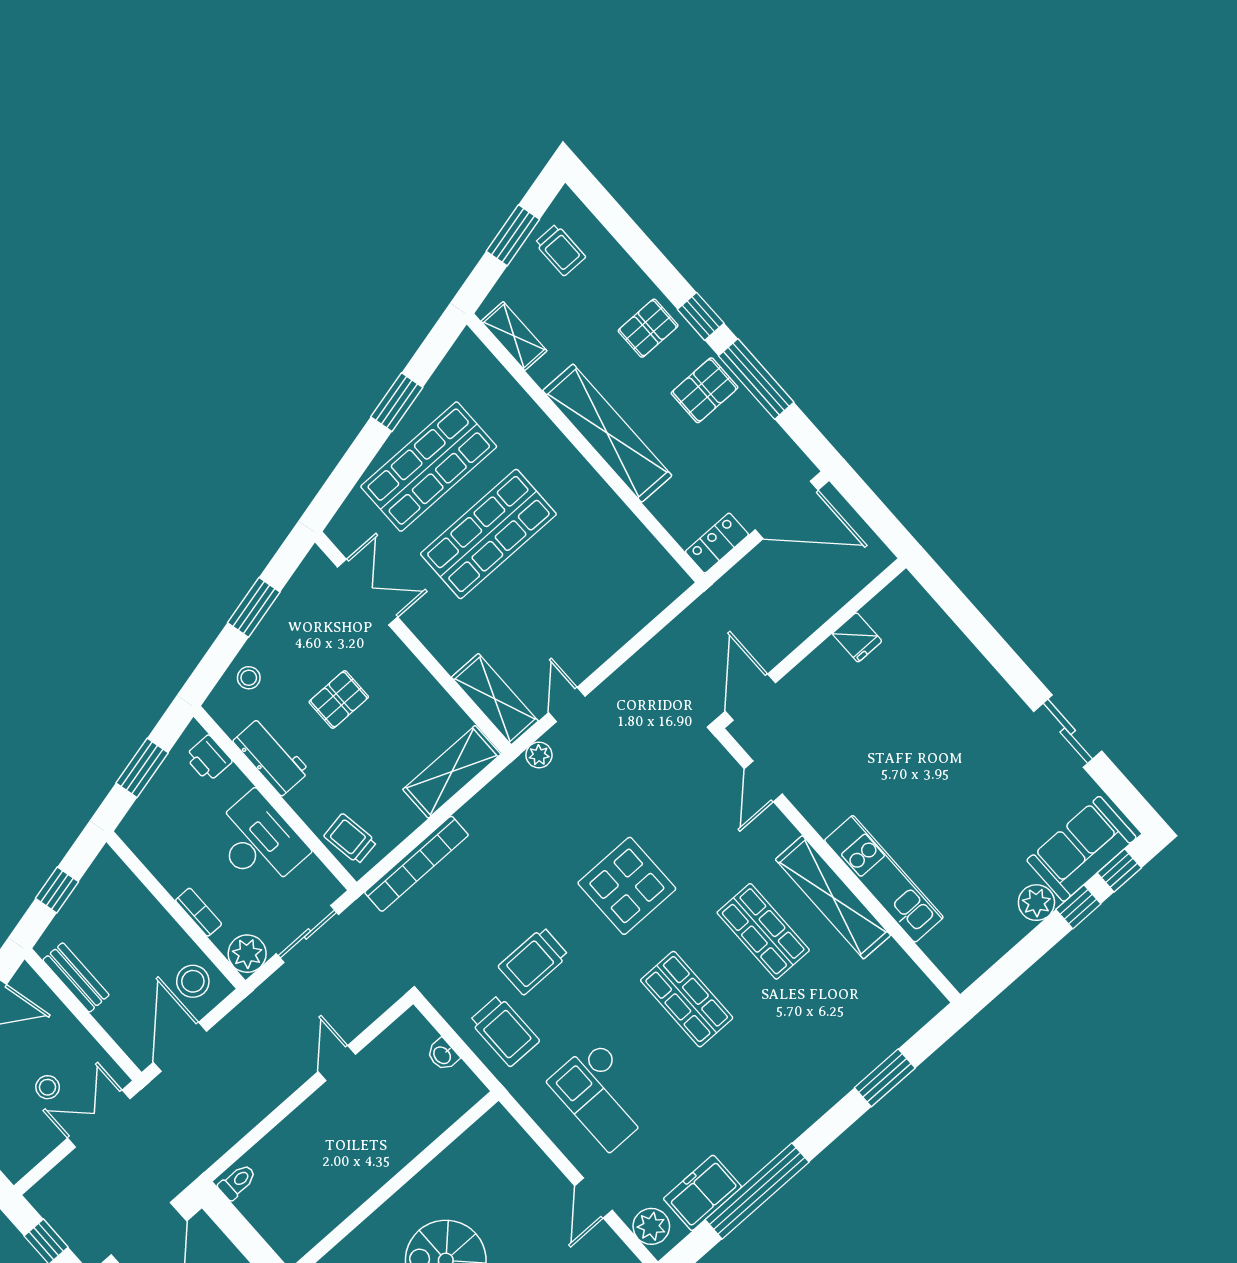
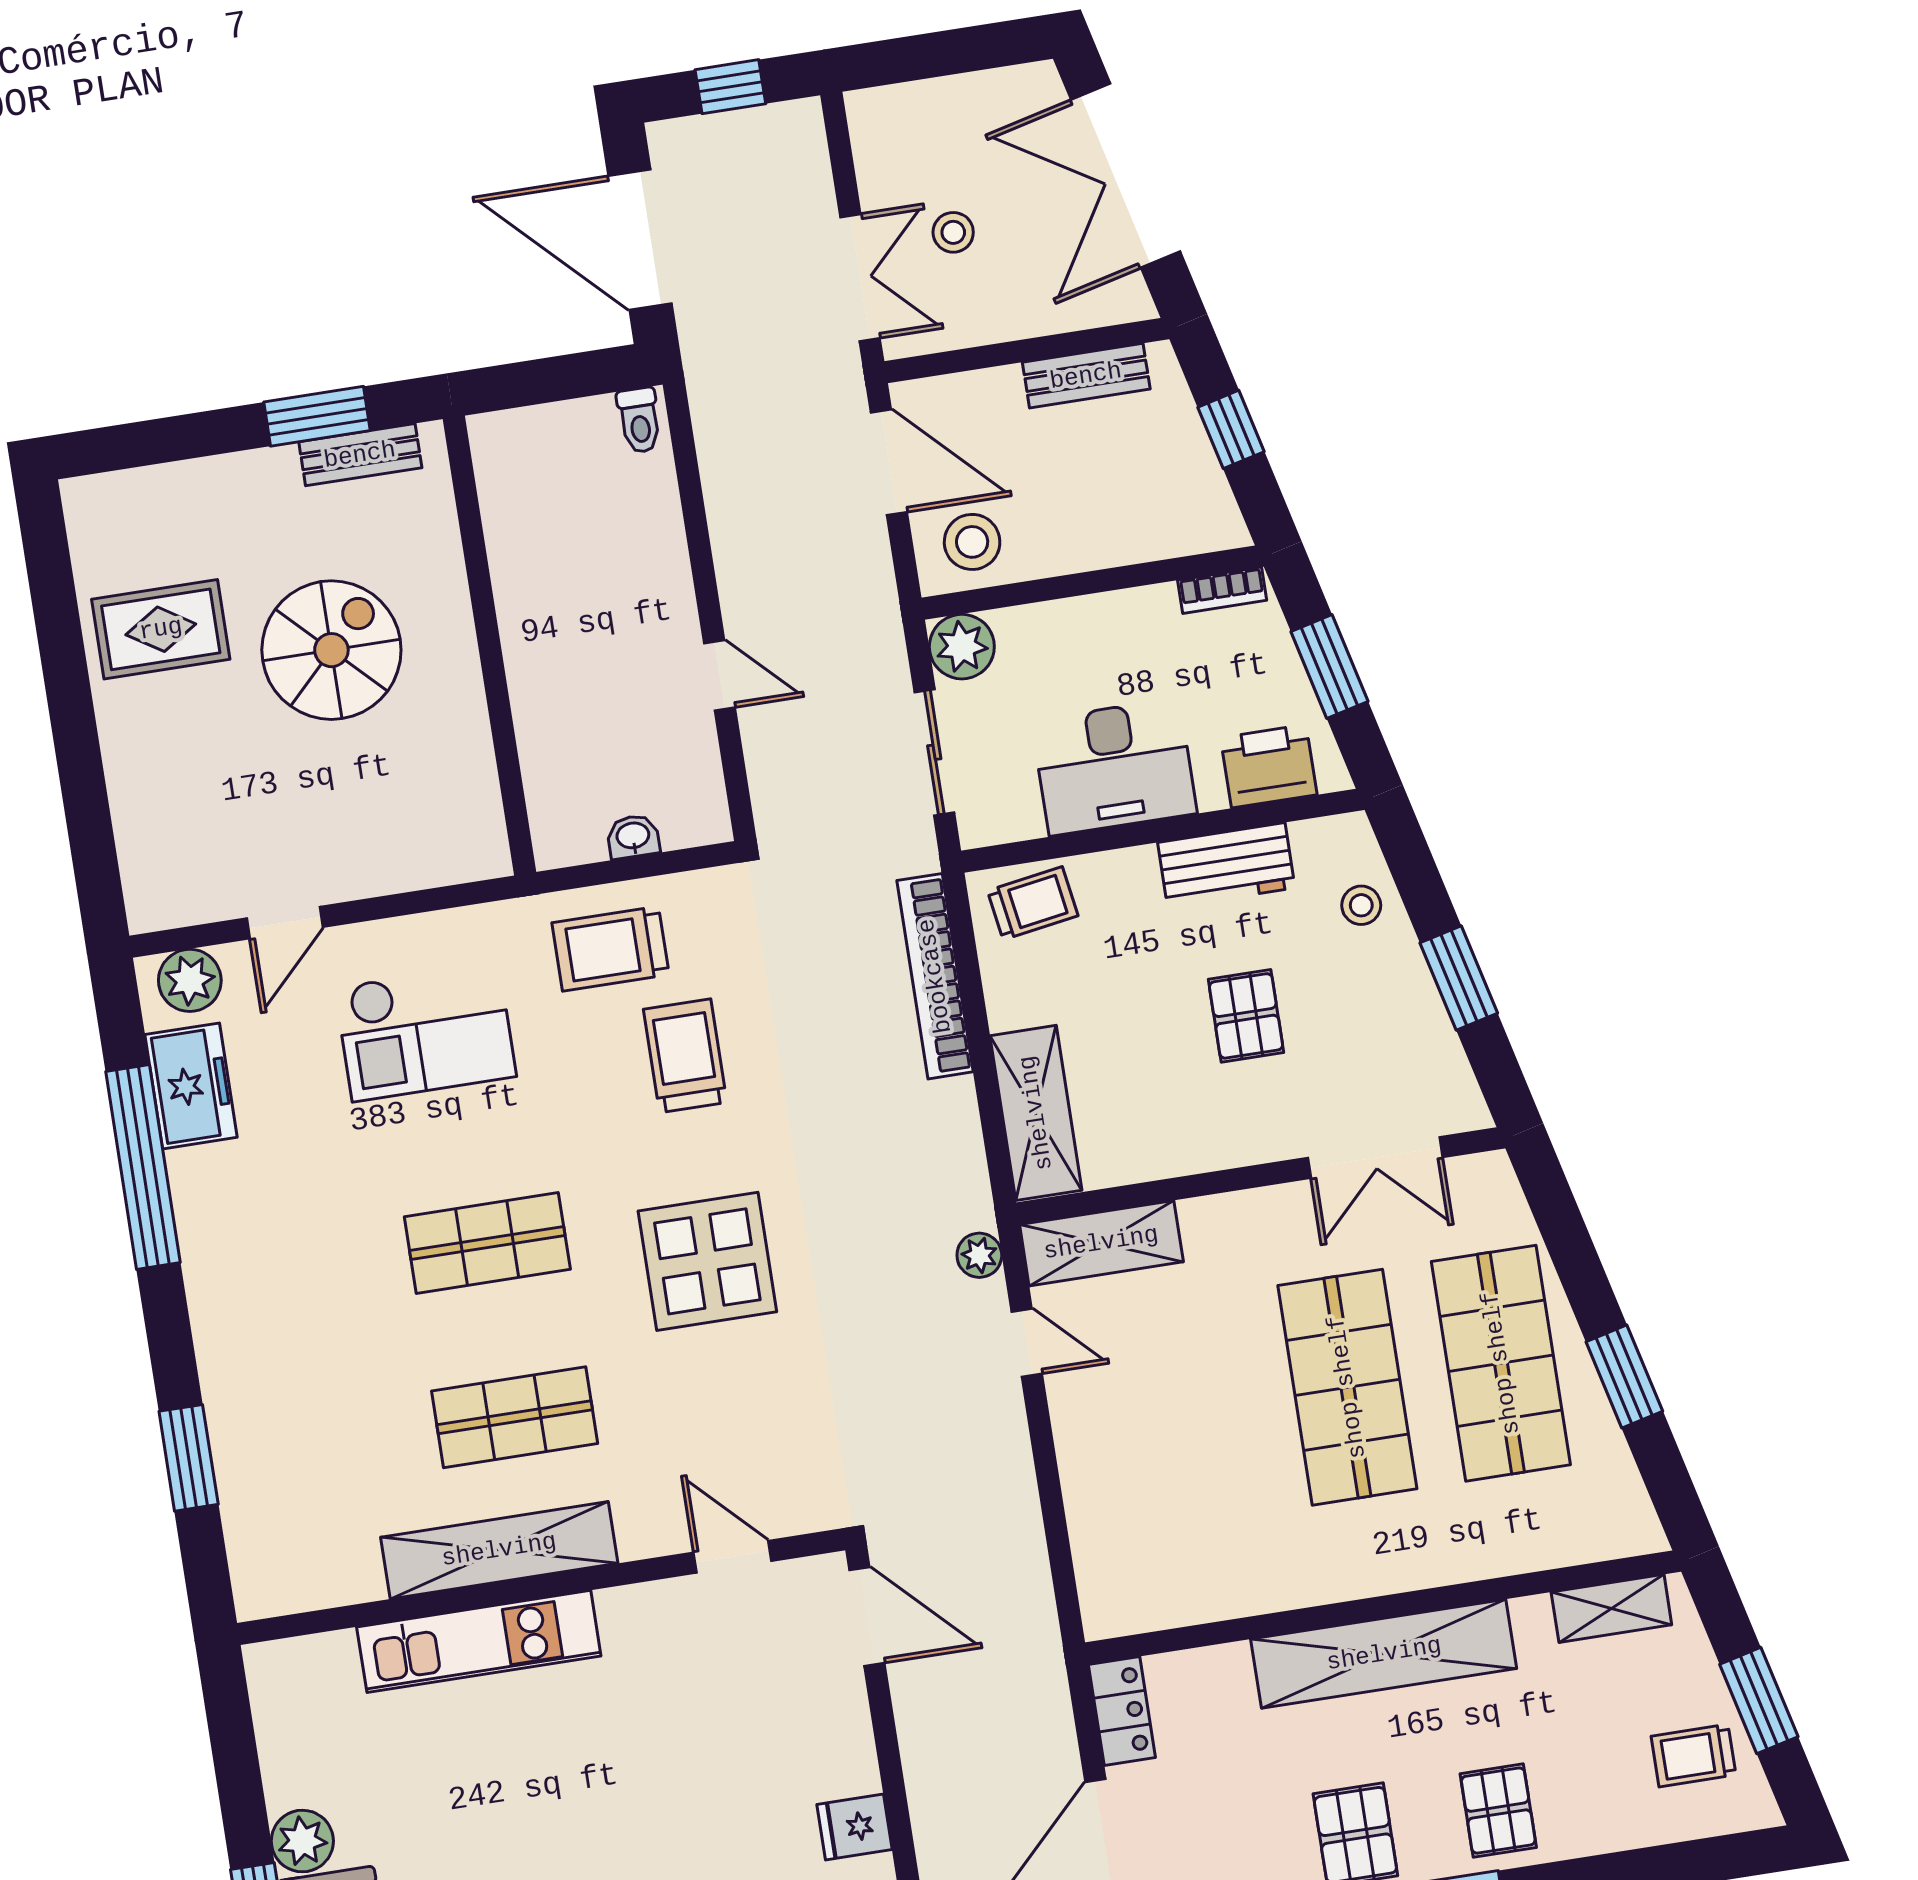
printer: (208, 759) -> (1269, 766), width x1.36, depth x1.24
bookcase: (199, 912) -> (1222, 590), moved
checkout: (603, 1095) -> (425, 1032), turned 180
door: (593, 1198) -> (285, 923), swing flipped

